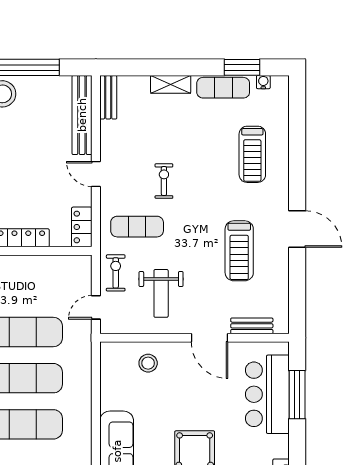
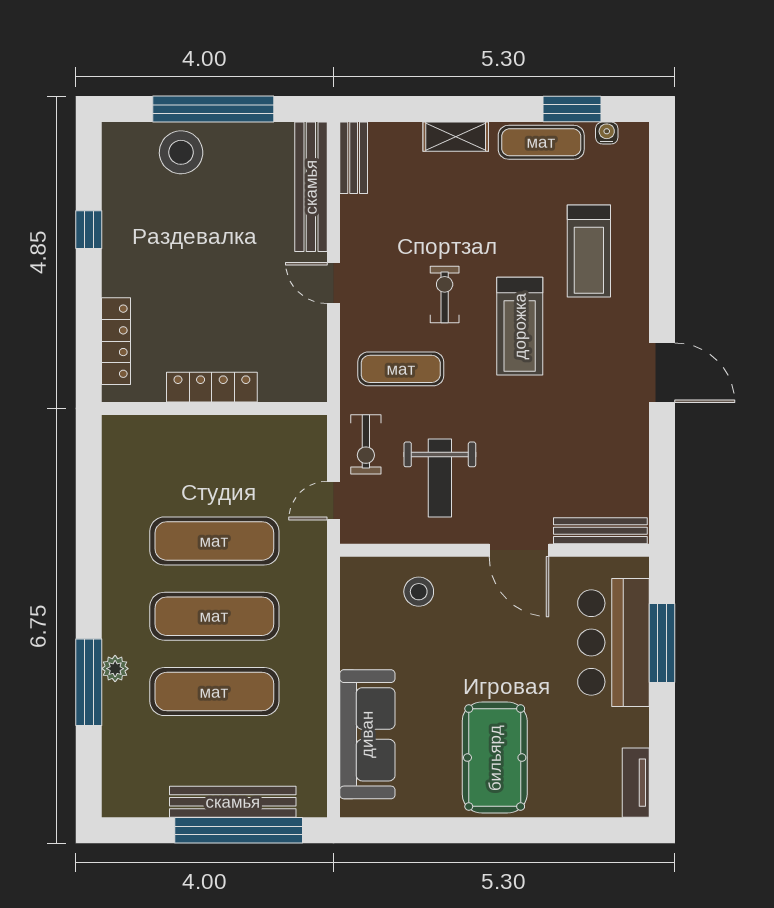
locker: (82, 227) -> (311, 370), removed
treadmill: (239, 251) -> (520, 326), moved
exercise bike: (116, 273) -> (366, 444), turned 180
bench: (252, 326) -> (600, 531), width x1.36

